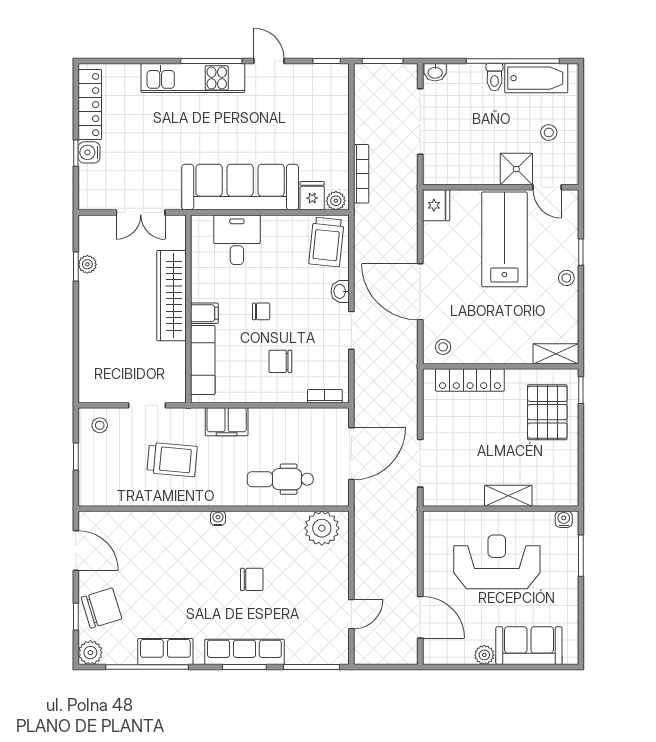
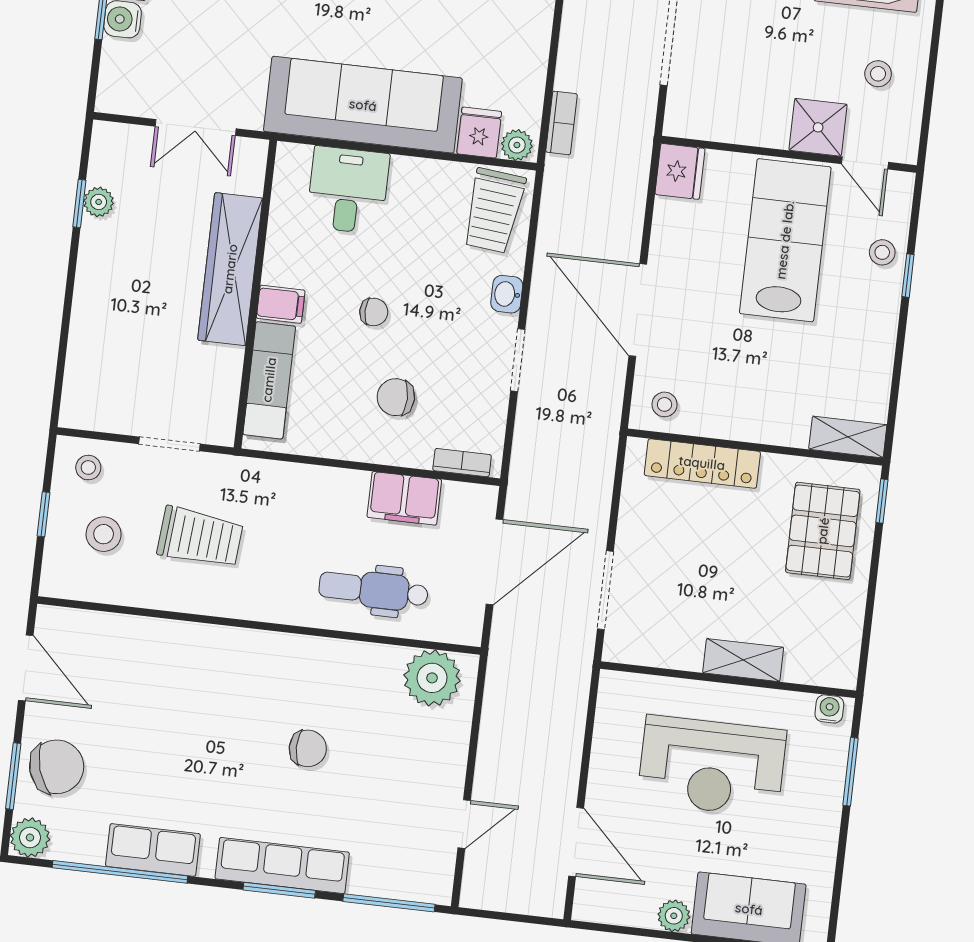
bookcase: (361, 174) -> (561, 123), width x0.64
stool: (566, 278) -> (882, 252), moved
filing cabinet: (227, 422) -> (404, 498), moved
stool: (114, 464) -> (104, 534), added
water cooler: (218, 518) -> (264, 642), removed
reception desk: (497, 562) -> (712, 766), turned 180
window: (76, 617) -> (13, 776), width x1.50

